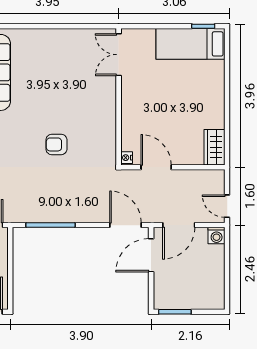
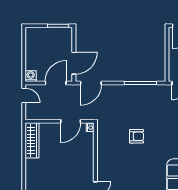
wardrobe: (214, 147) -> (32, 140), width x1.50
door: (156, 167) -> (71, 121), hinge flipped
door: (126, 225) -> (91, 83), hinge flipped

